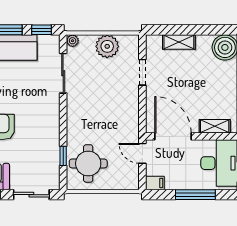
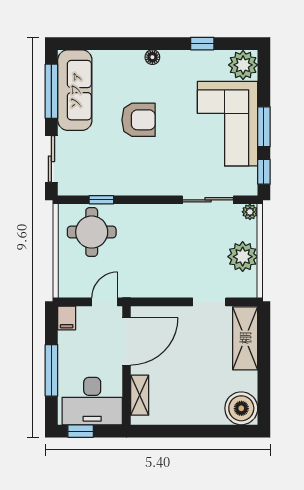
shelving: (179, 42) -> (245, 338), width x1.50, depth x1.33

